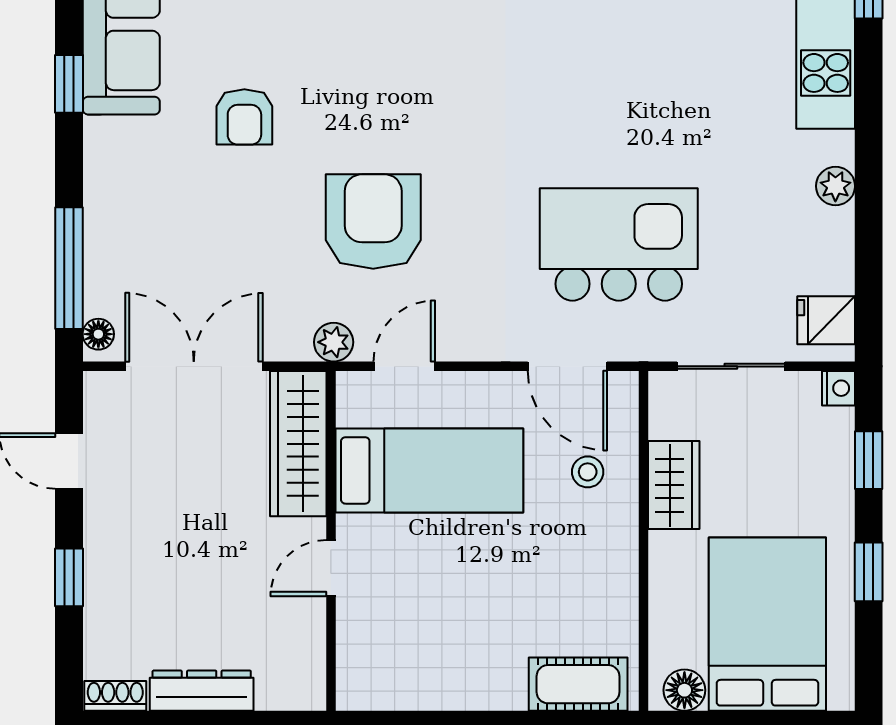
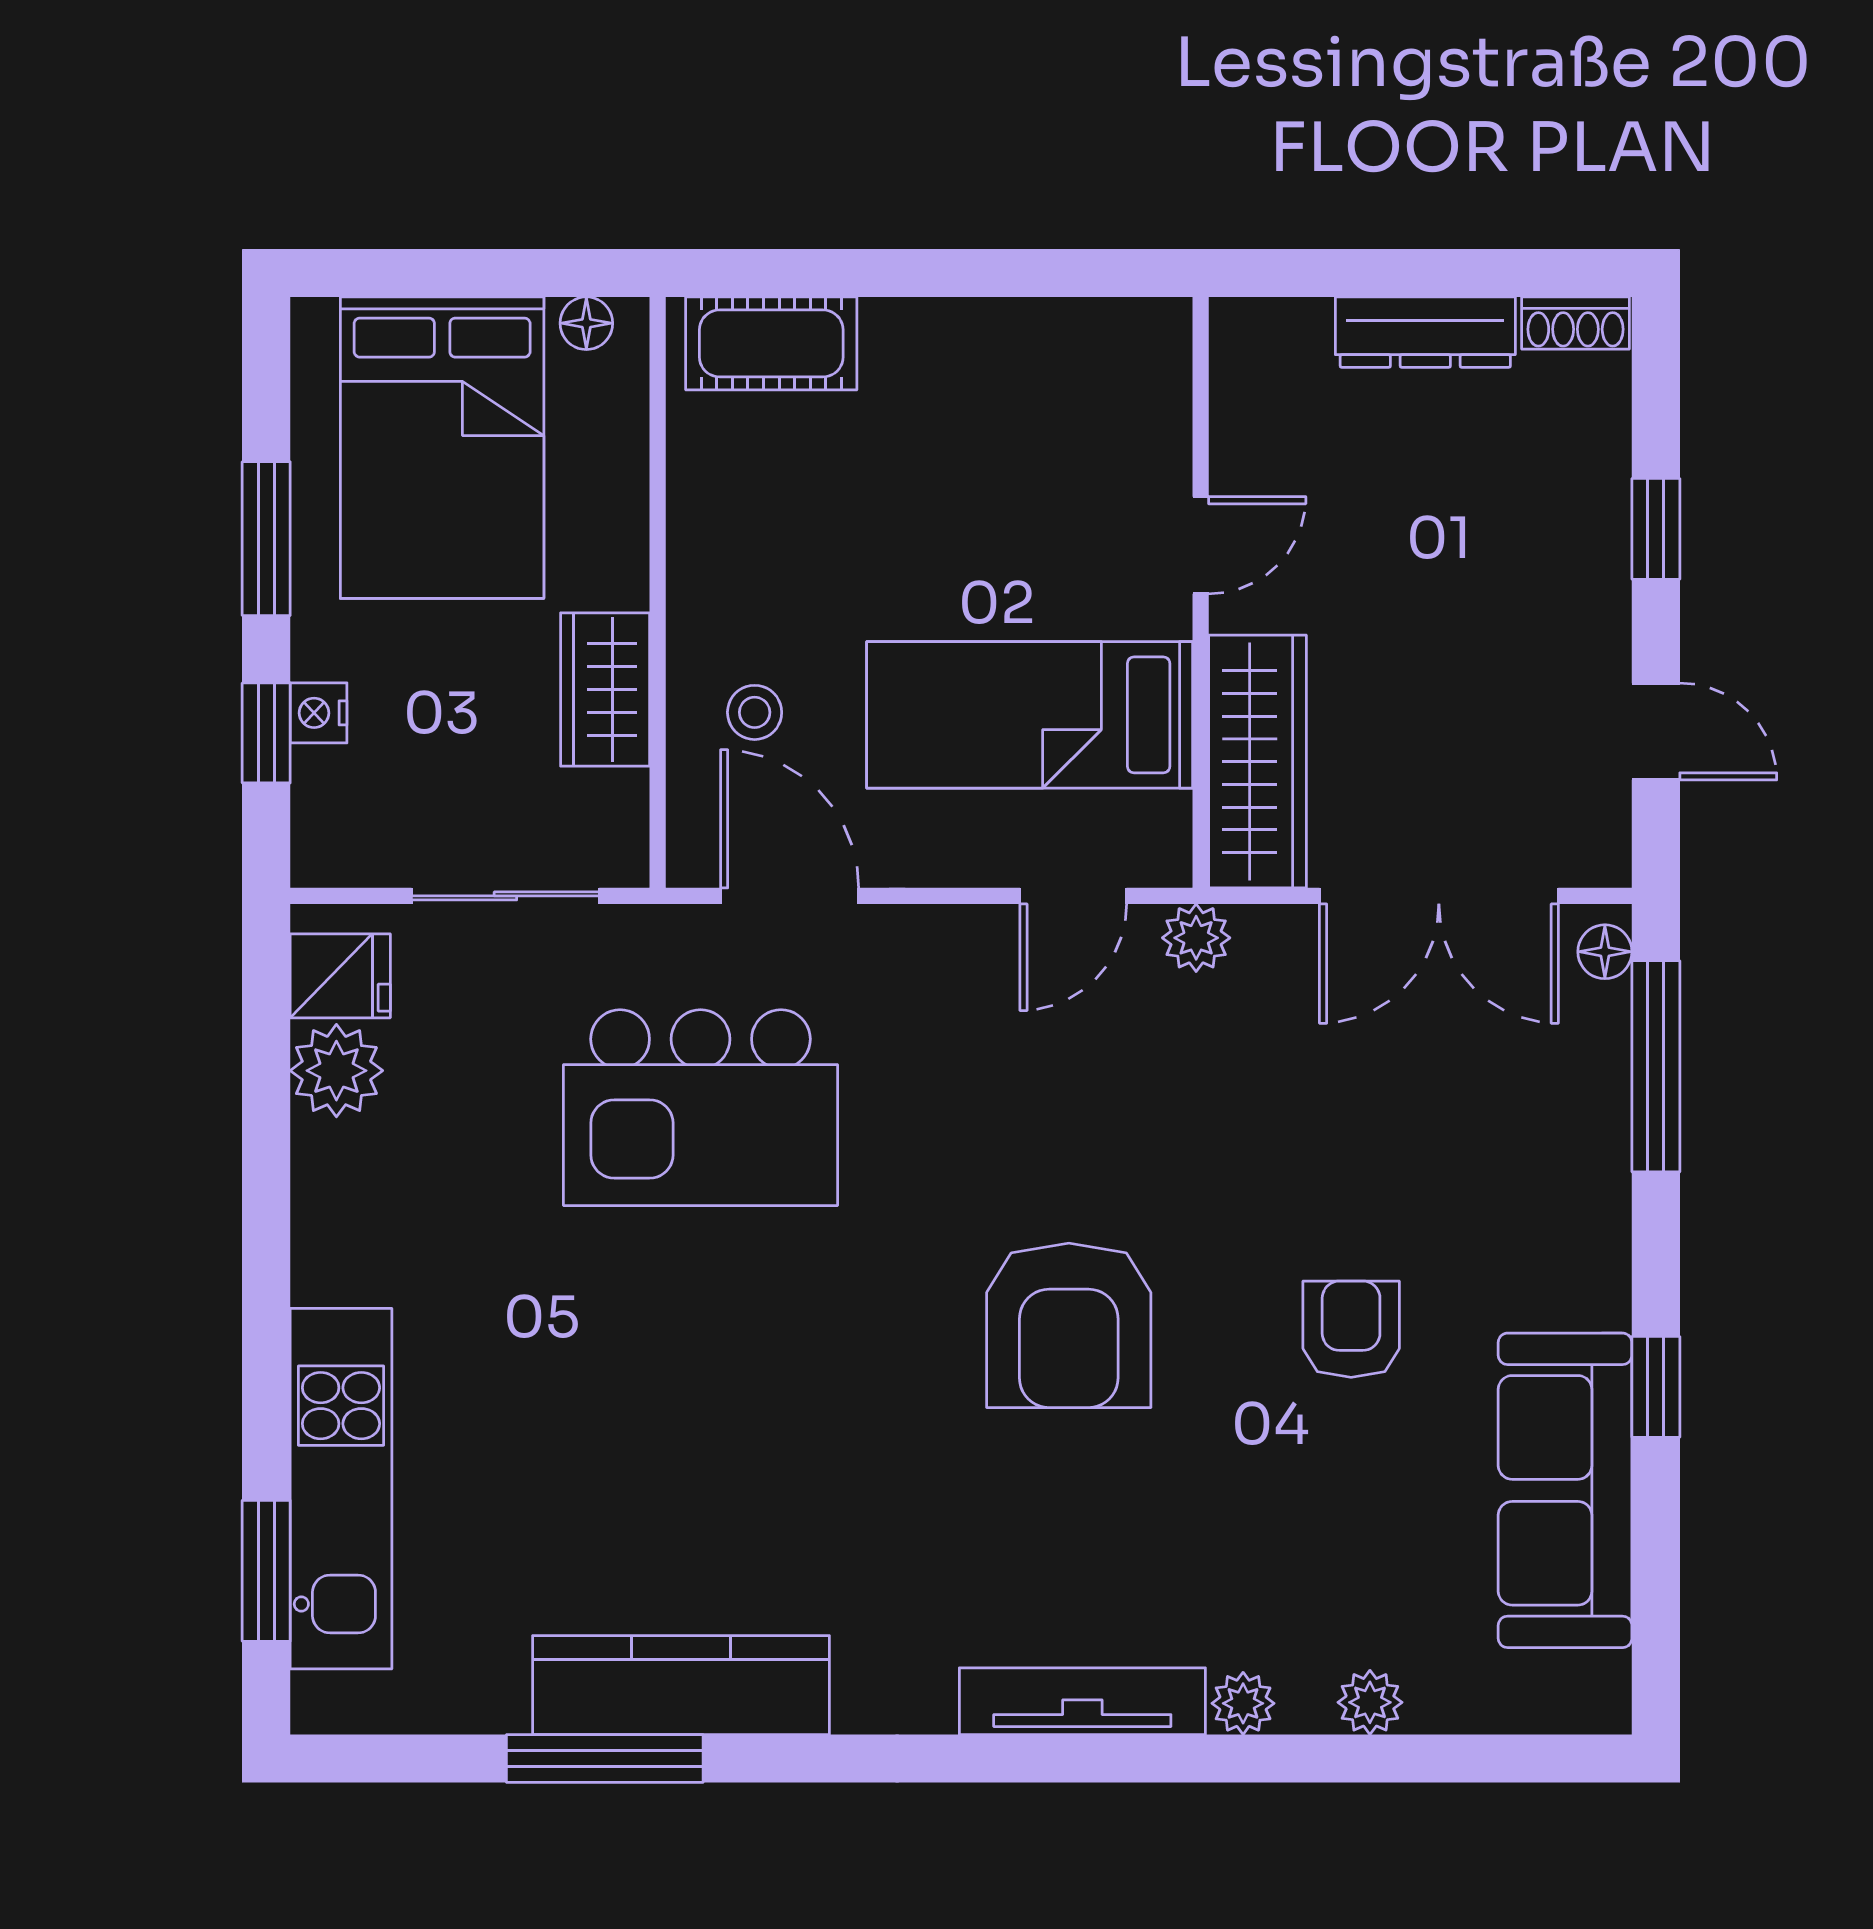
plant: (835, 186) -> (336, 1071), moved, width x1.38, depth x1.38
armchair: (373, 222) -> (1069, 1325), moved
nightstand: (839, 388) -> (319, 713), moved
window: (869, 572) -> (266, 539), width x1.50
floor lamp: (684, 690) -> (586, 323), width x0.73, depth x0.73

